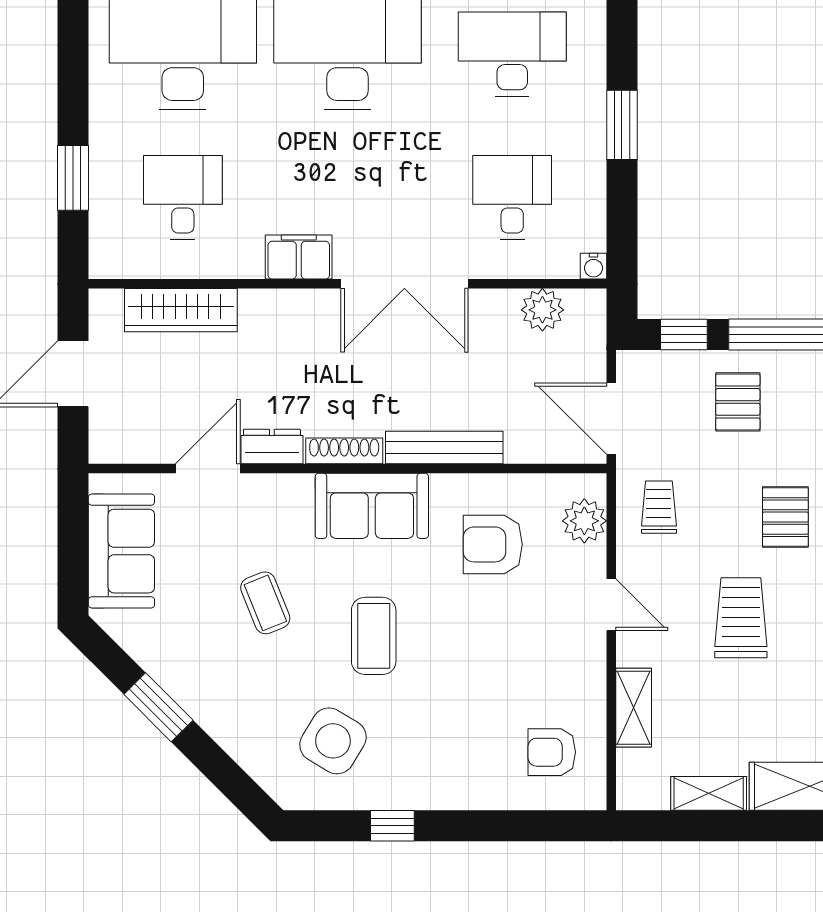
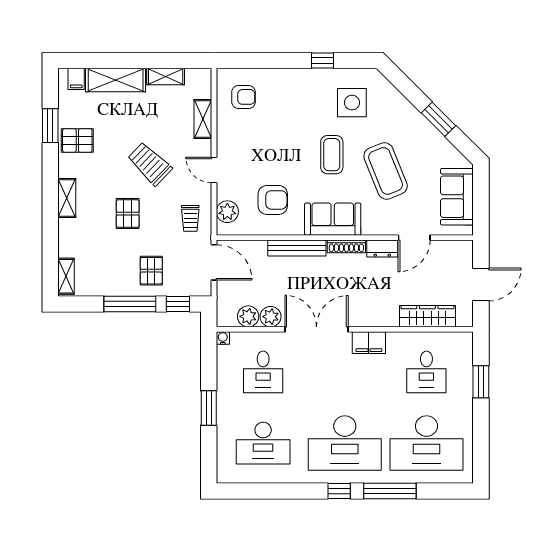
plant: (497, 309) -> (271, 317), added
coffee table: (265, 603) -> (386, 171), width x1.86, depth x1.72
trolley: (741, 618) -> (150, 164), turned 134
side table: (333, 741) -> (352, 103), turned -31

